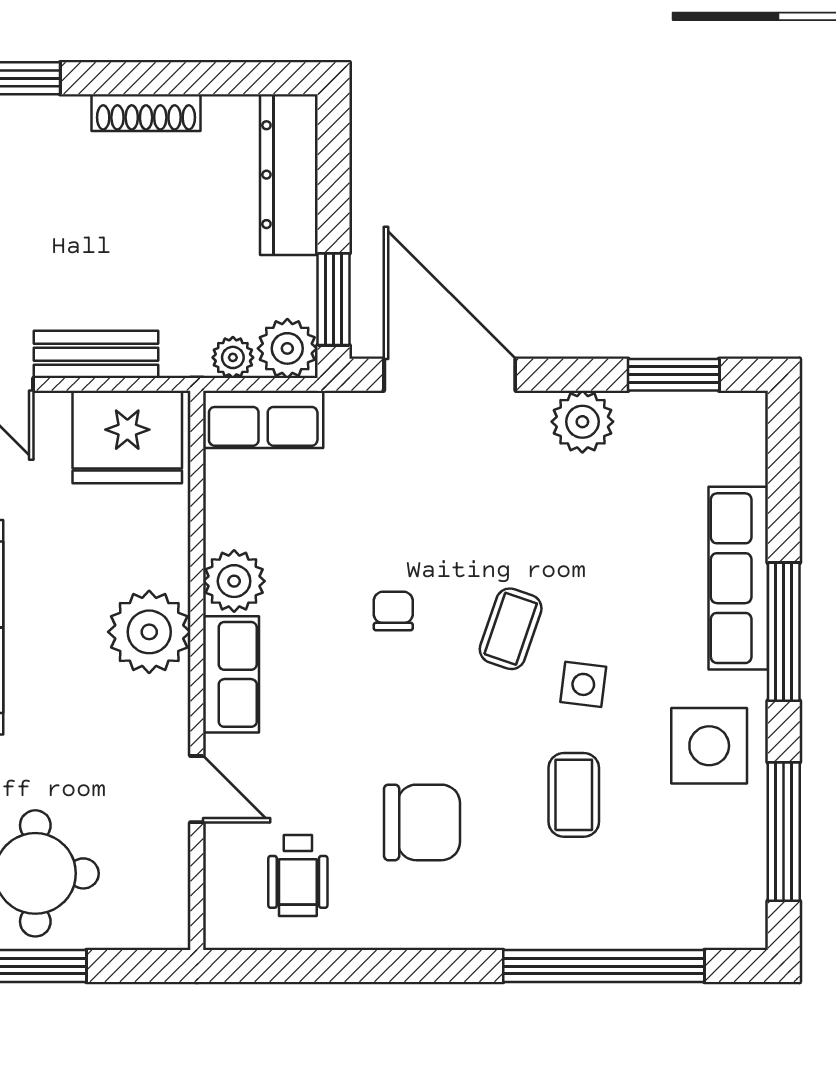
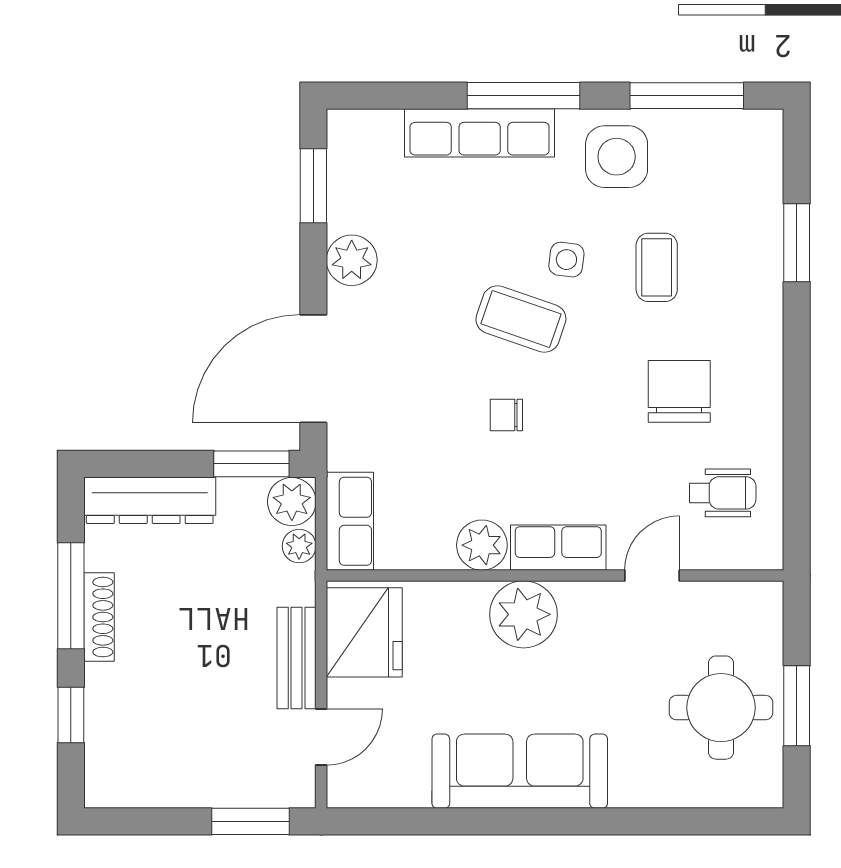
window: (172, 78) -> (71, 596), added
coffee table: (511, 629) -> (521, 319), width x1.36, depth x1.30
coffee table: (574, 795) -> (657, 267), turned 90
window: (604, 966) -> (797, 243), width x0.47

